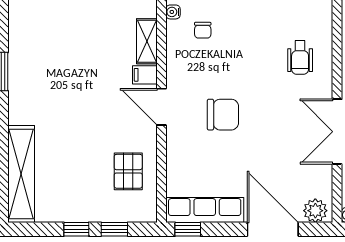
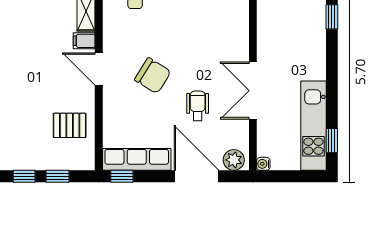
wheelchair: (300, 57) -> (198, 106), moved, turned 180
chair: (223, 115) -> (153, 76), turned 32
pallet: (128, 171) -> (70, 125), turned 90

